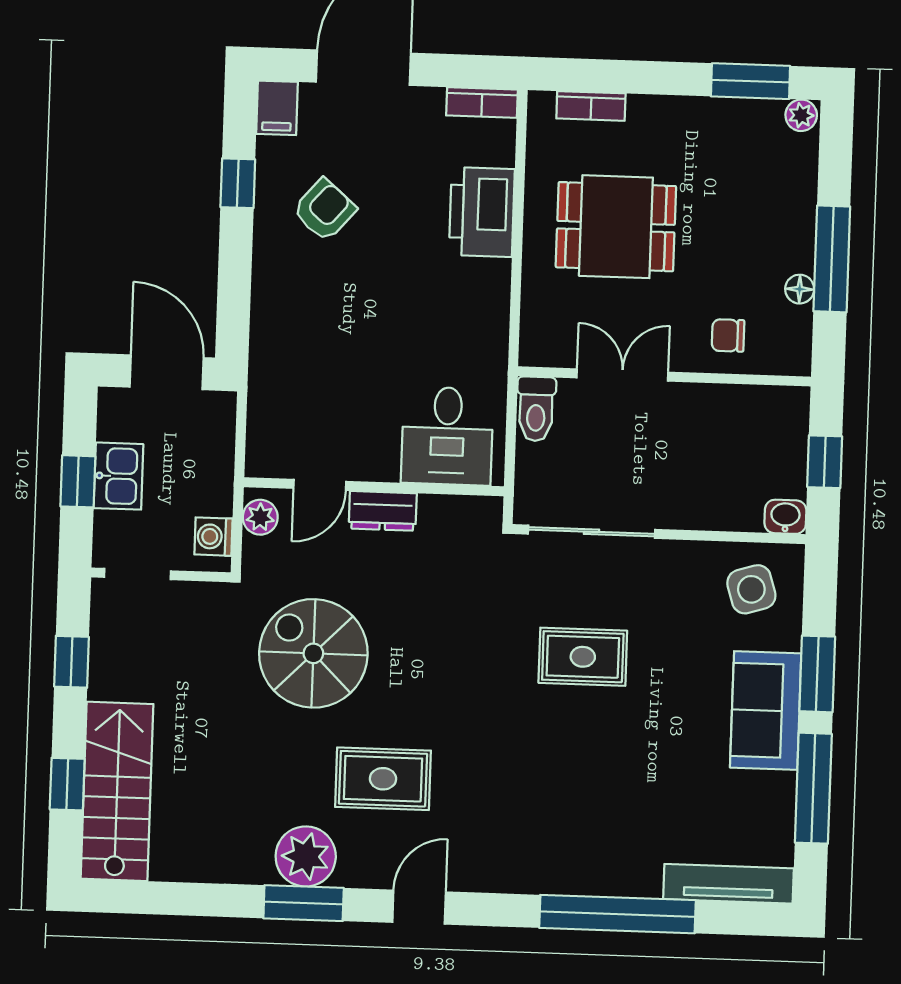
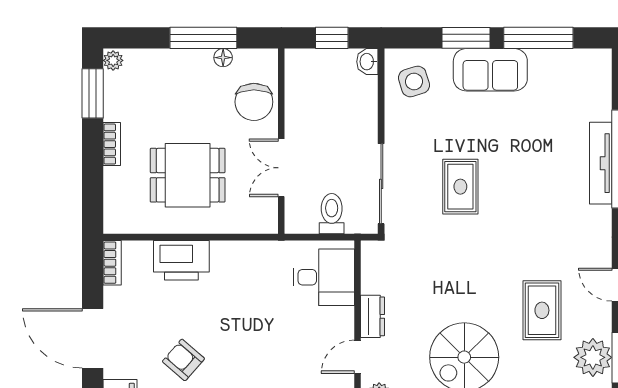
bookcase: (591, 106) -> (112, 144), moved
dining table: (616, 227) -> (188, 175), turned 90
chair: (728, 335) -> (254, 102), width x1.87, depth x1.87
toilet: (536, 409) -> (332, 214), moved, turned -90
door: (320, 485) -> (357, 357), swing flipped
tv unit: (728, 884) -> (601, 163), moved

